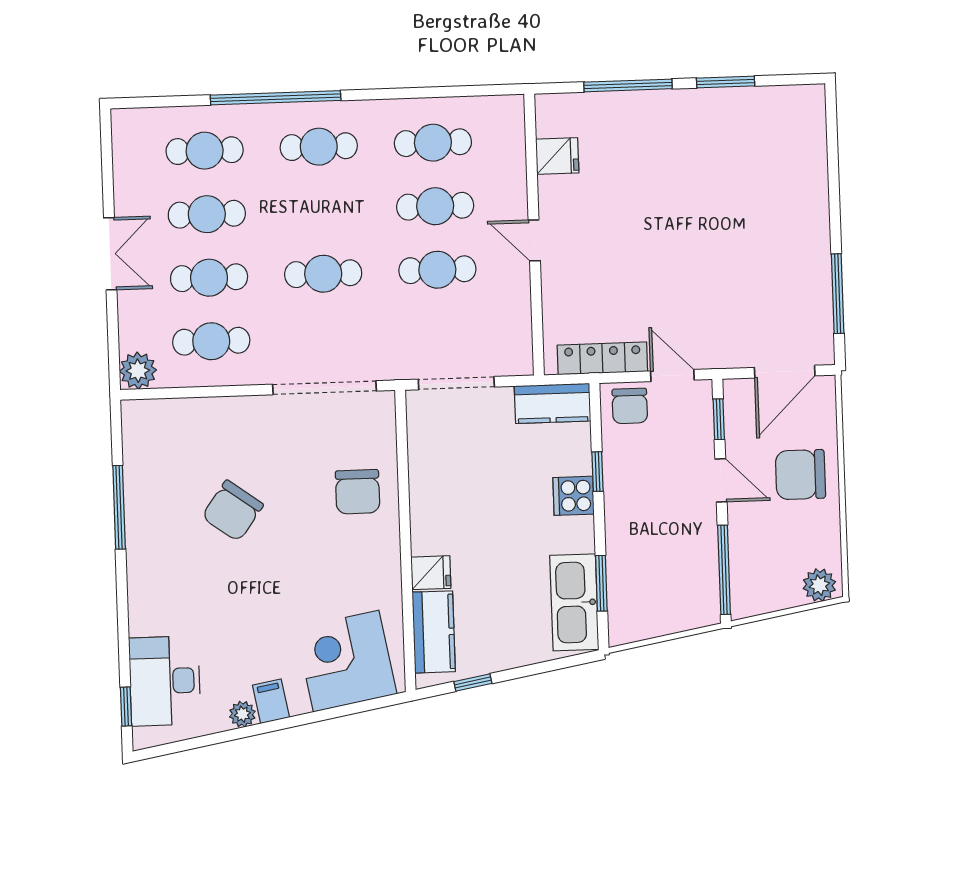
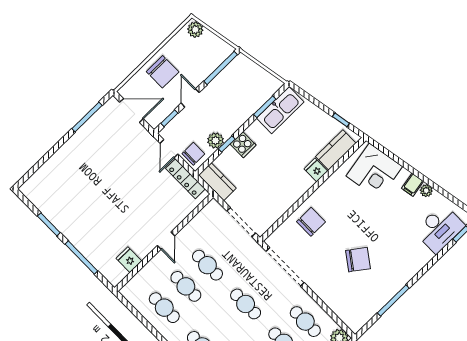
plant: (619, 459) -> (215, 141), added

